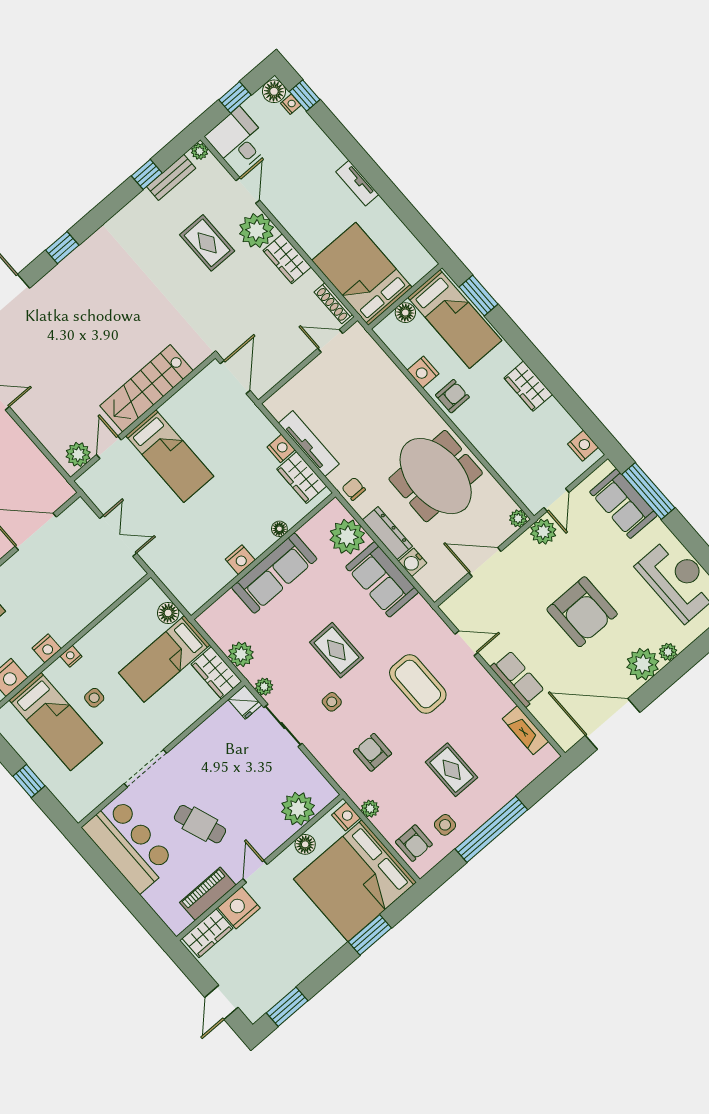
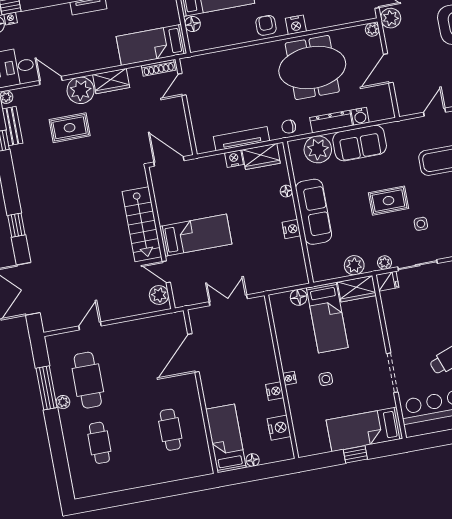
bed: (362, 274) -> (151, 45), width x0.67
nightstand: (423, 372) -> (296, 25), moved
bed: (56, 722) -> (364, 429), moved, turned 180

